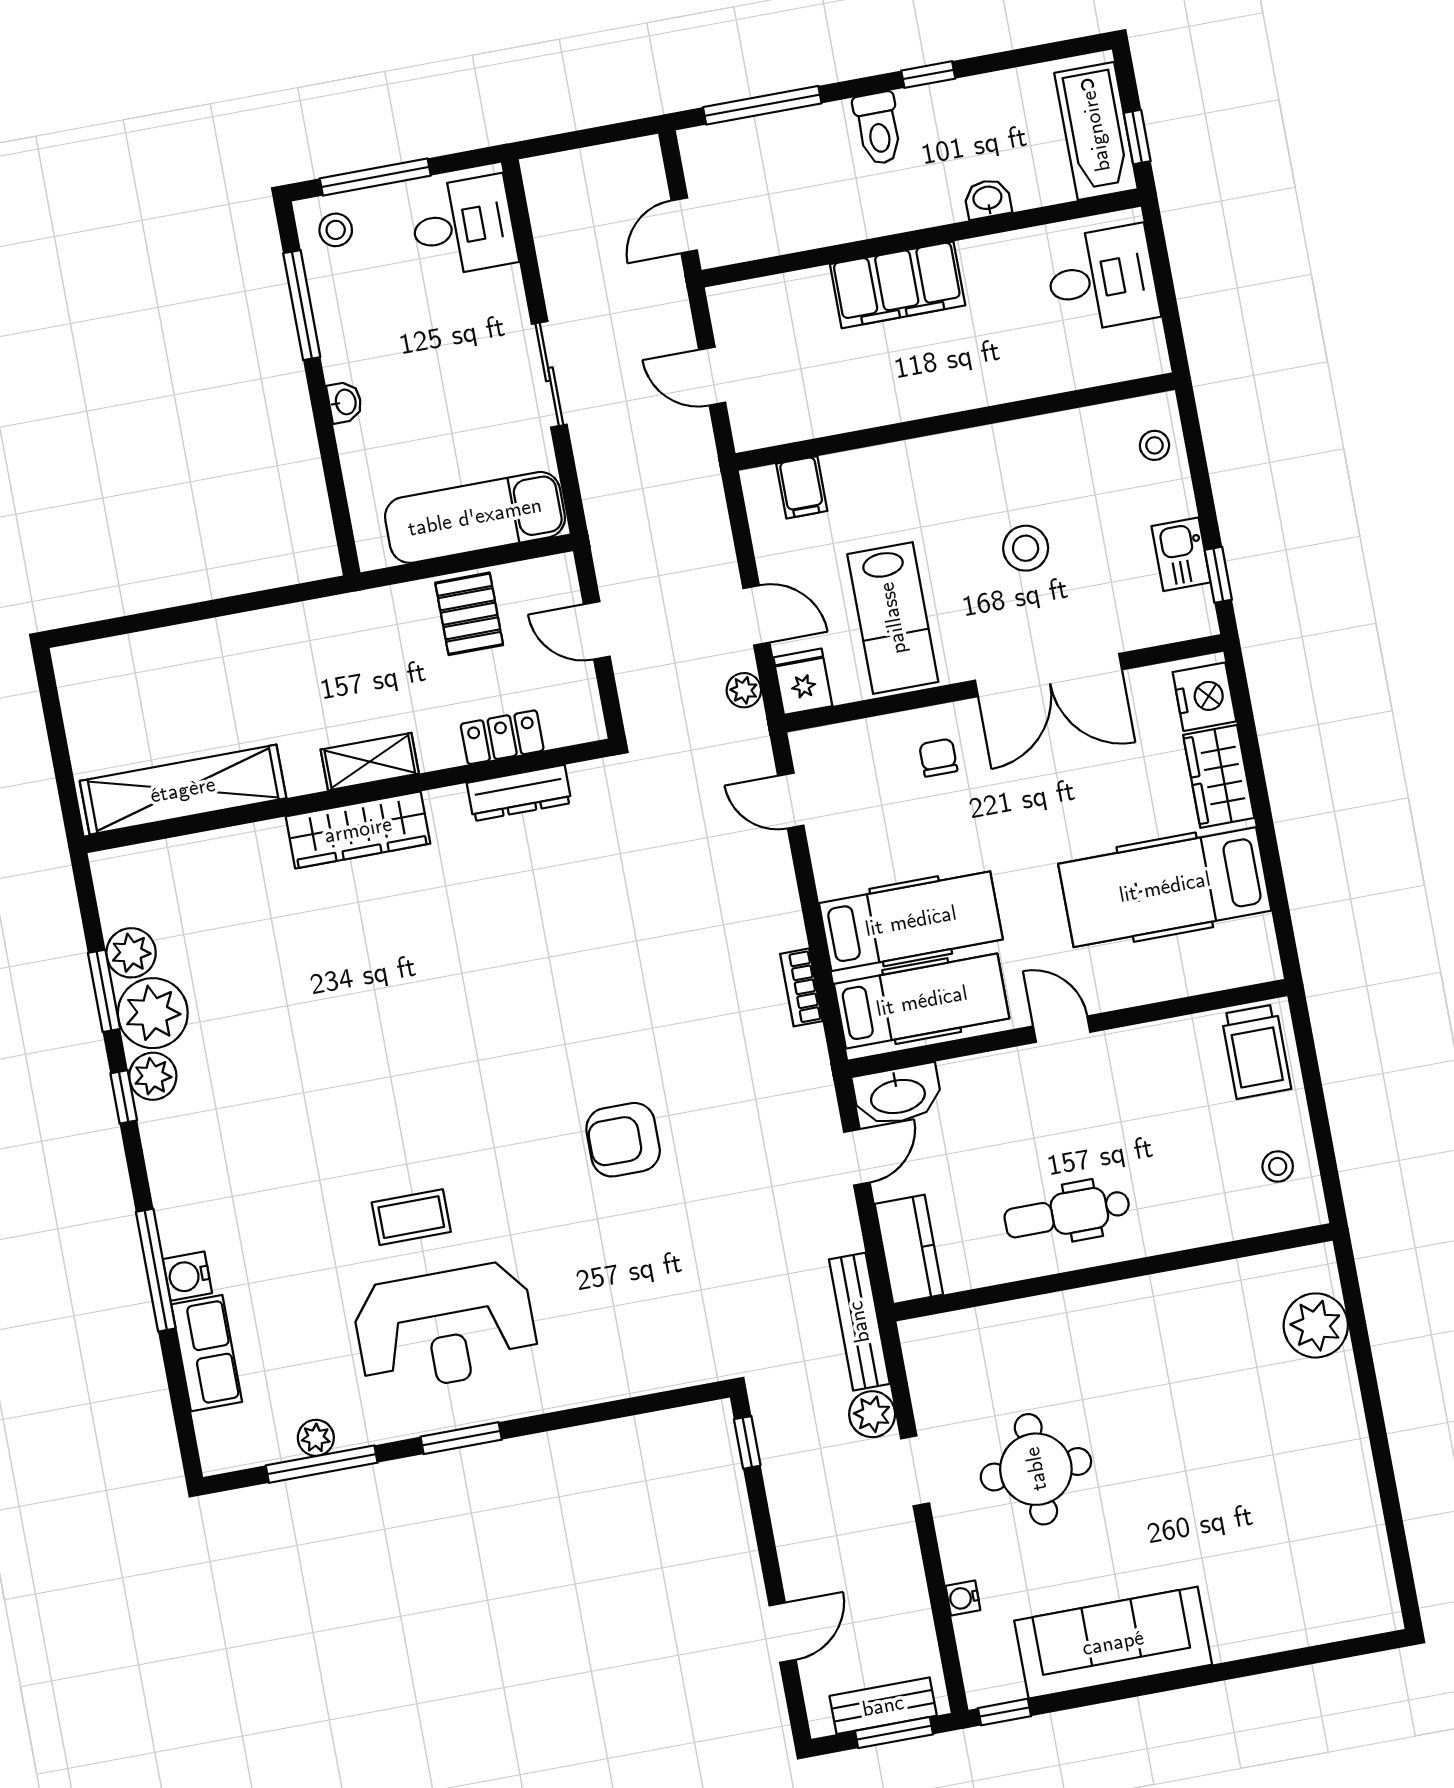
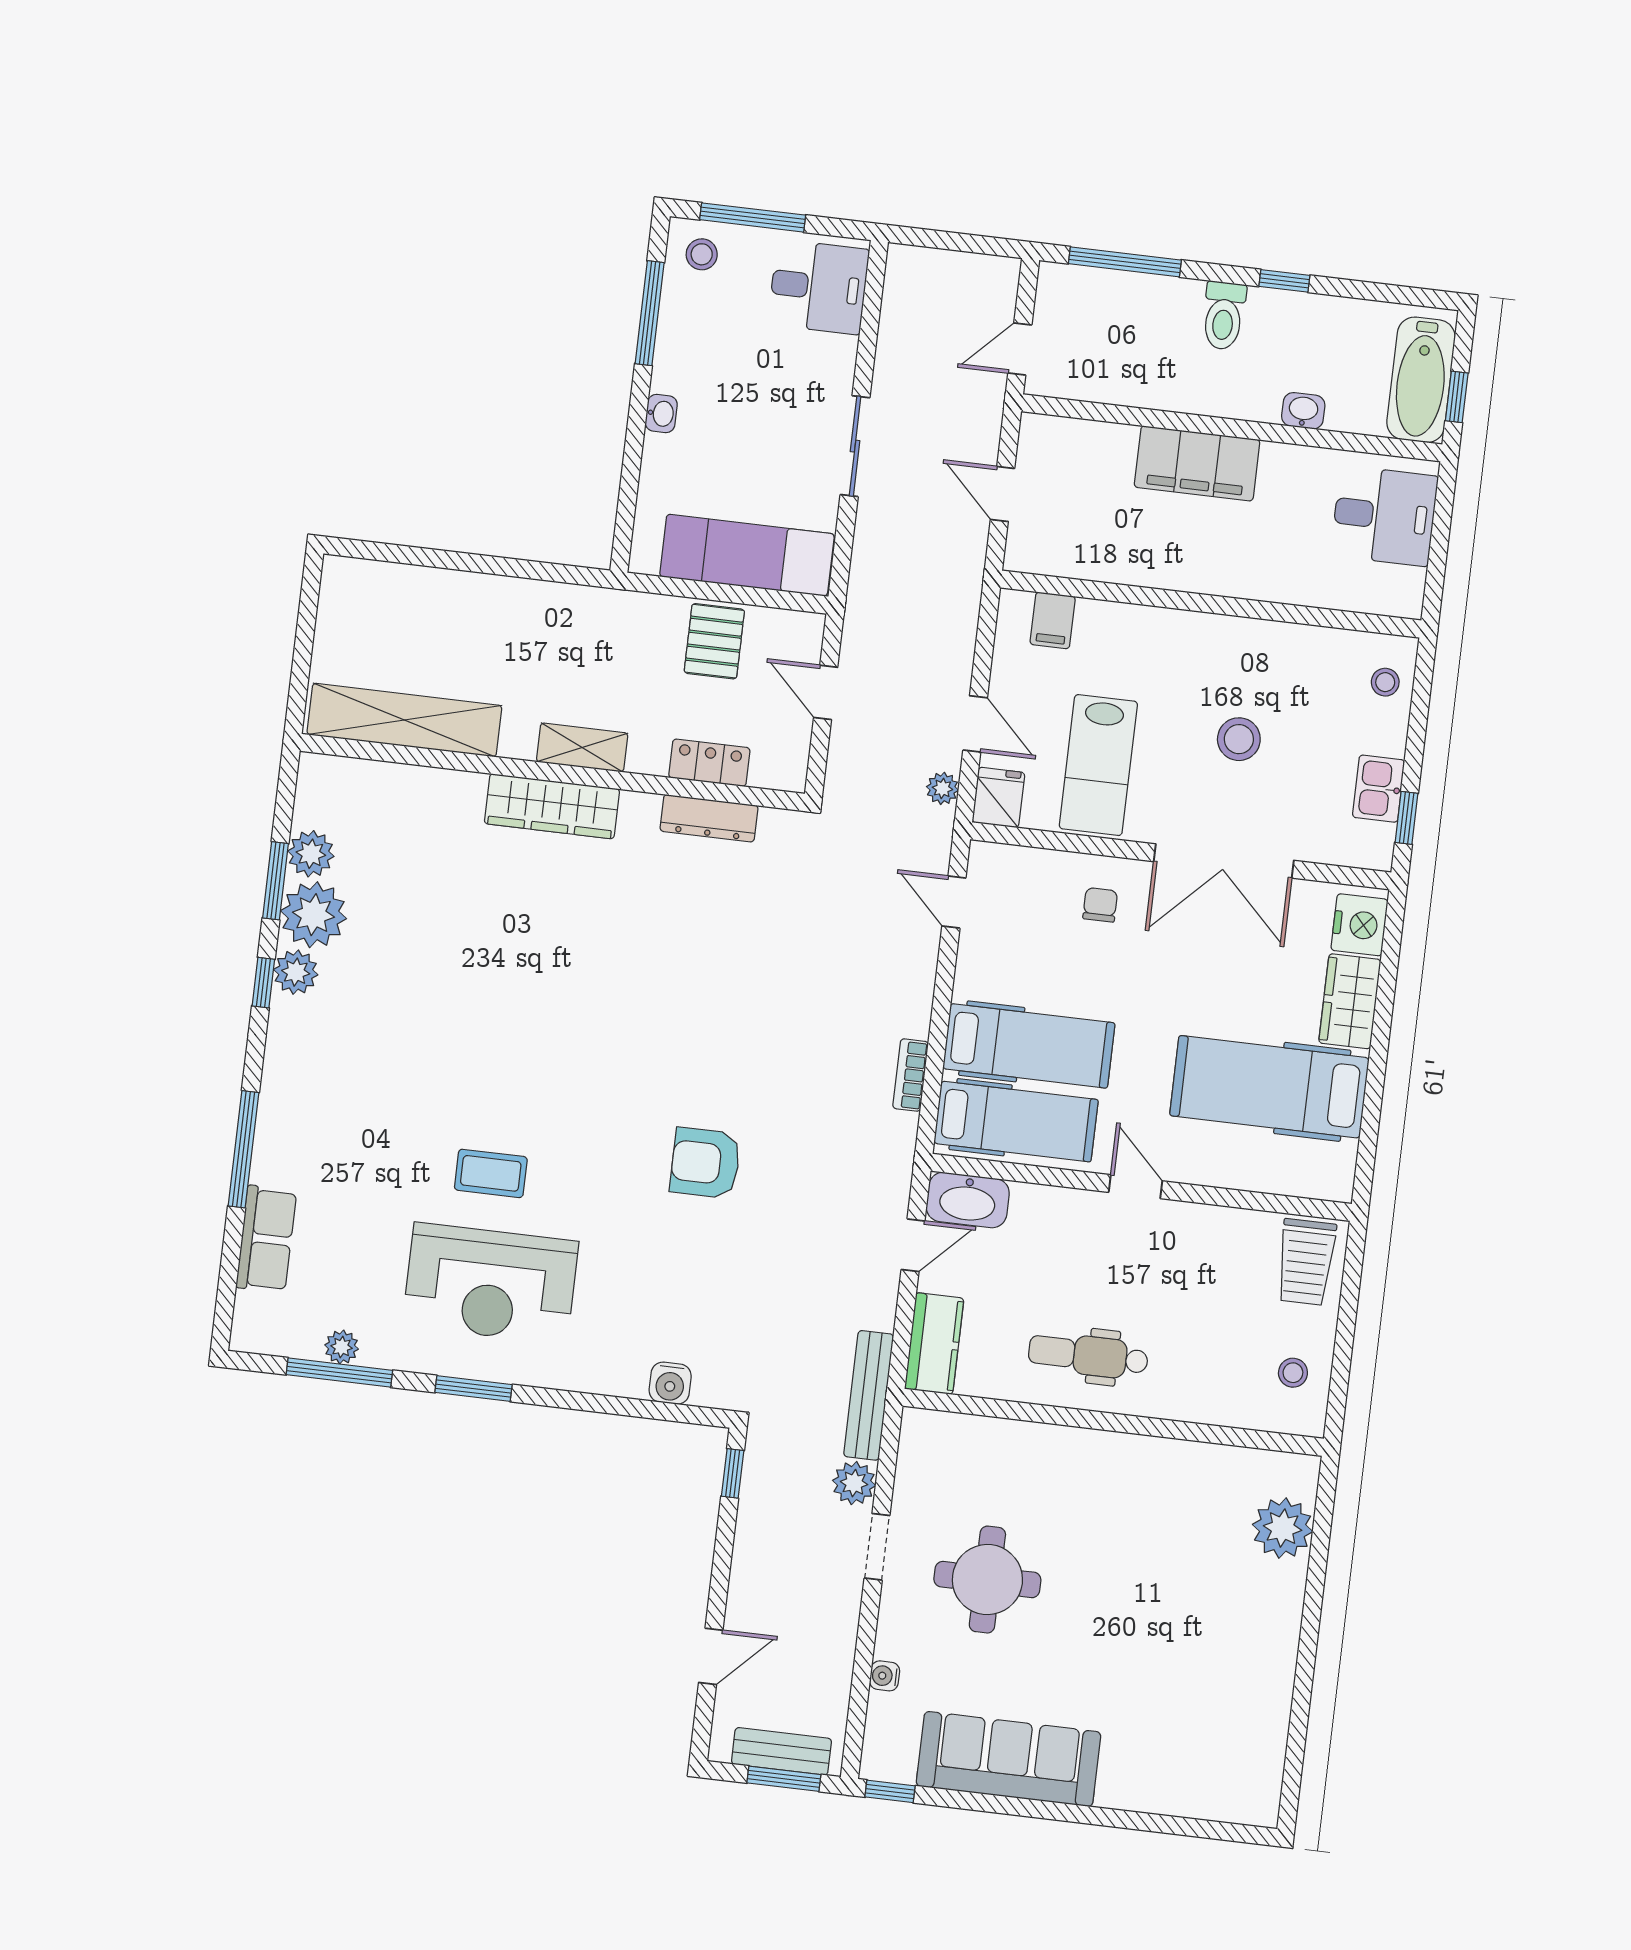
water cooler: (187, 1276) -> (670, 1383), moved, turned -90

